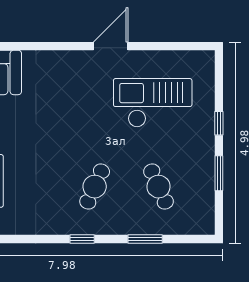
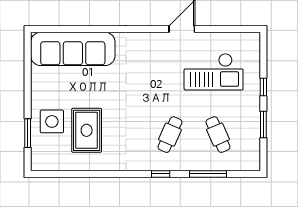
checkout: (153, 103) -> (214, 72), turned 180
window: (145, 239) -> (208, 174), width x1.44

